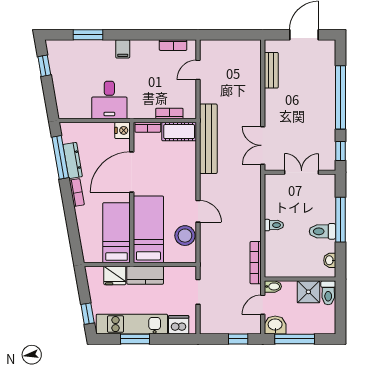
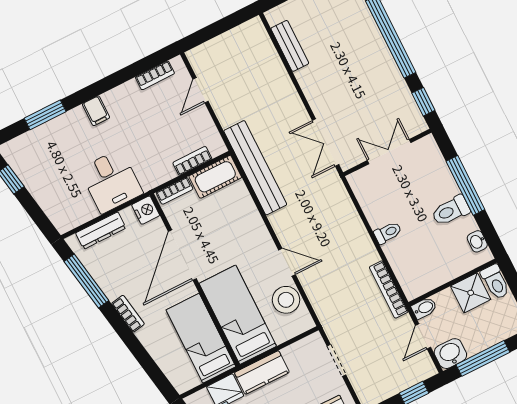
dresser: (73, 161) -> (101, 231), moved, turned 100

